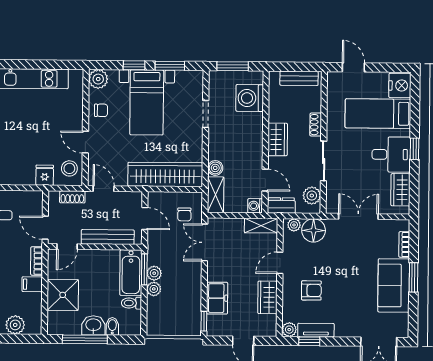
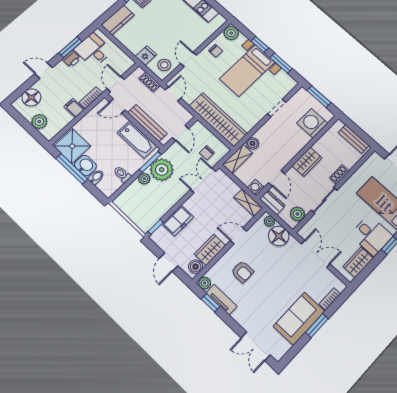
bathtub: (131, 273) -> (137, 139), moved, turned -90
plant: (154, 273) -> (162, 170), width x1.88, depth x1.88
shower: (63, 295) -> (72, 146), moved
boiler: (269, 323) -> (196, 267), added

